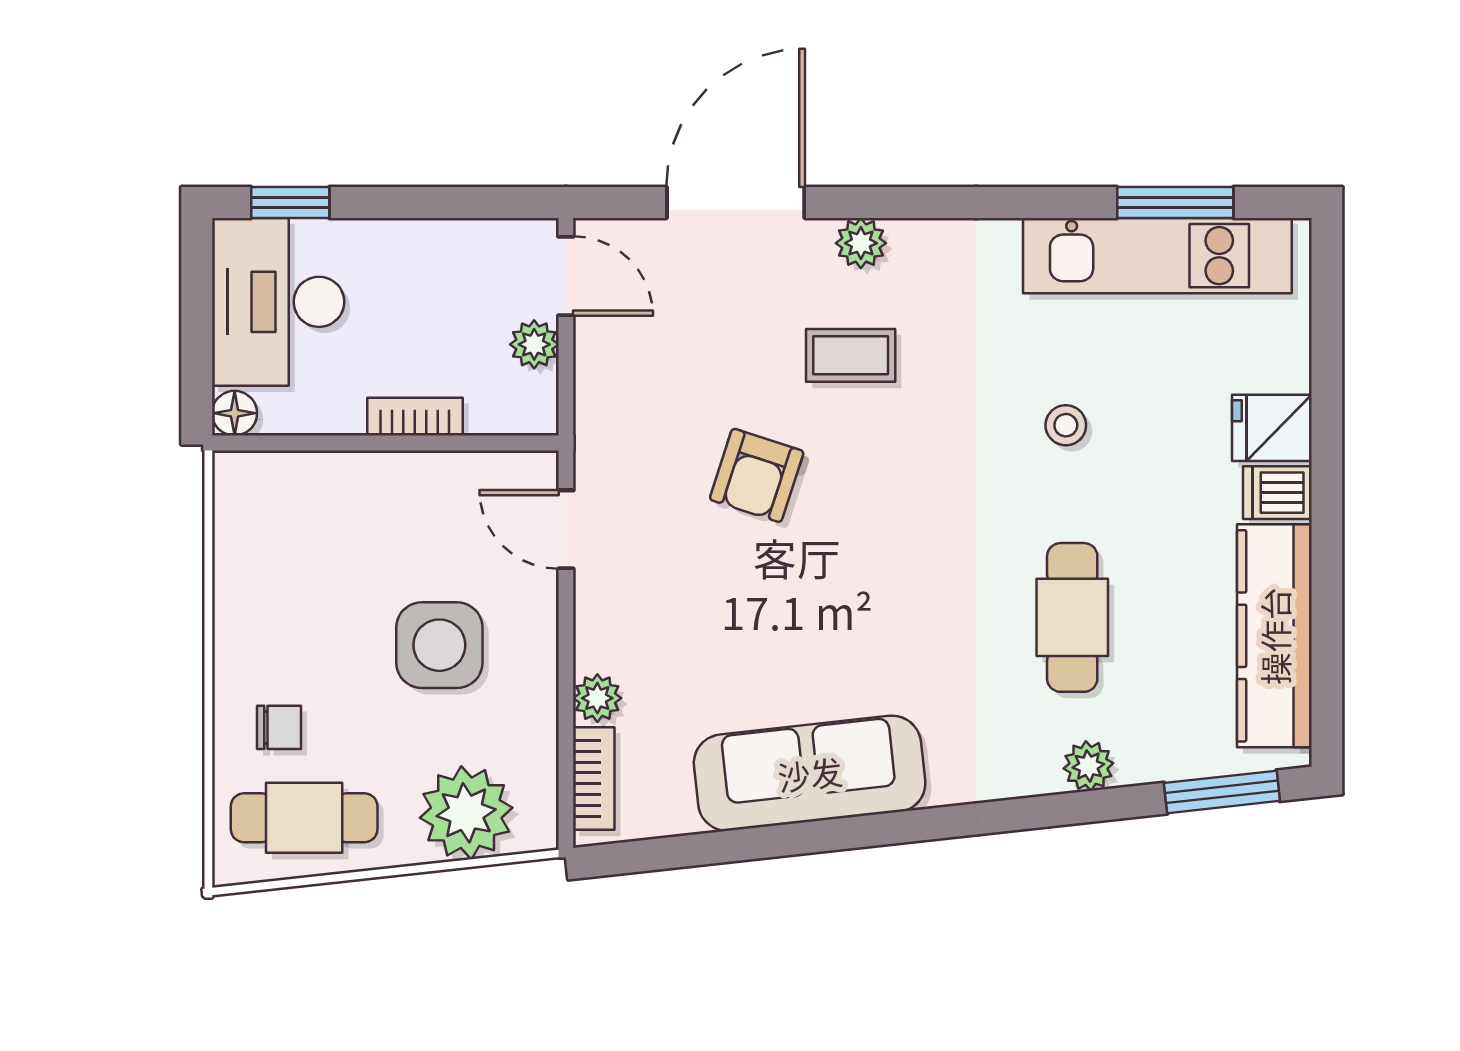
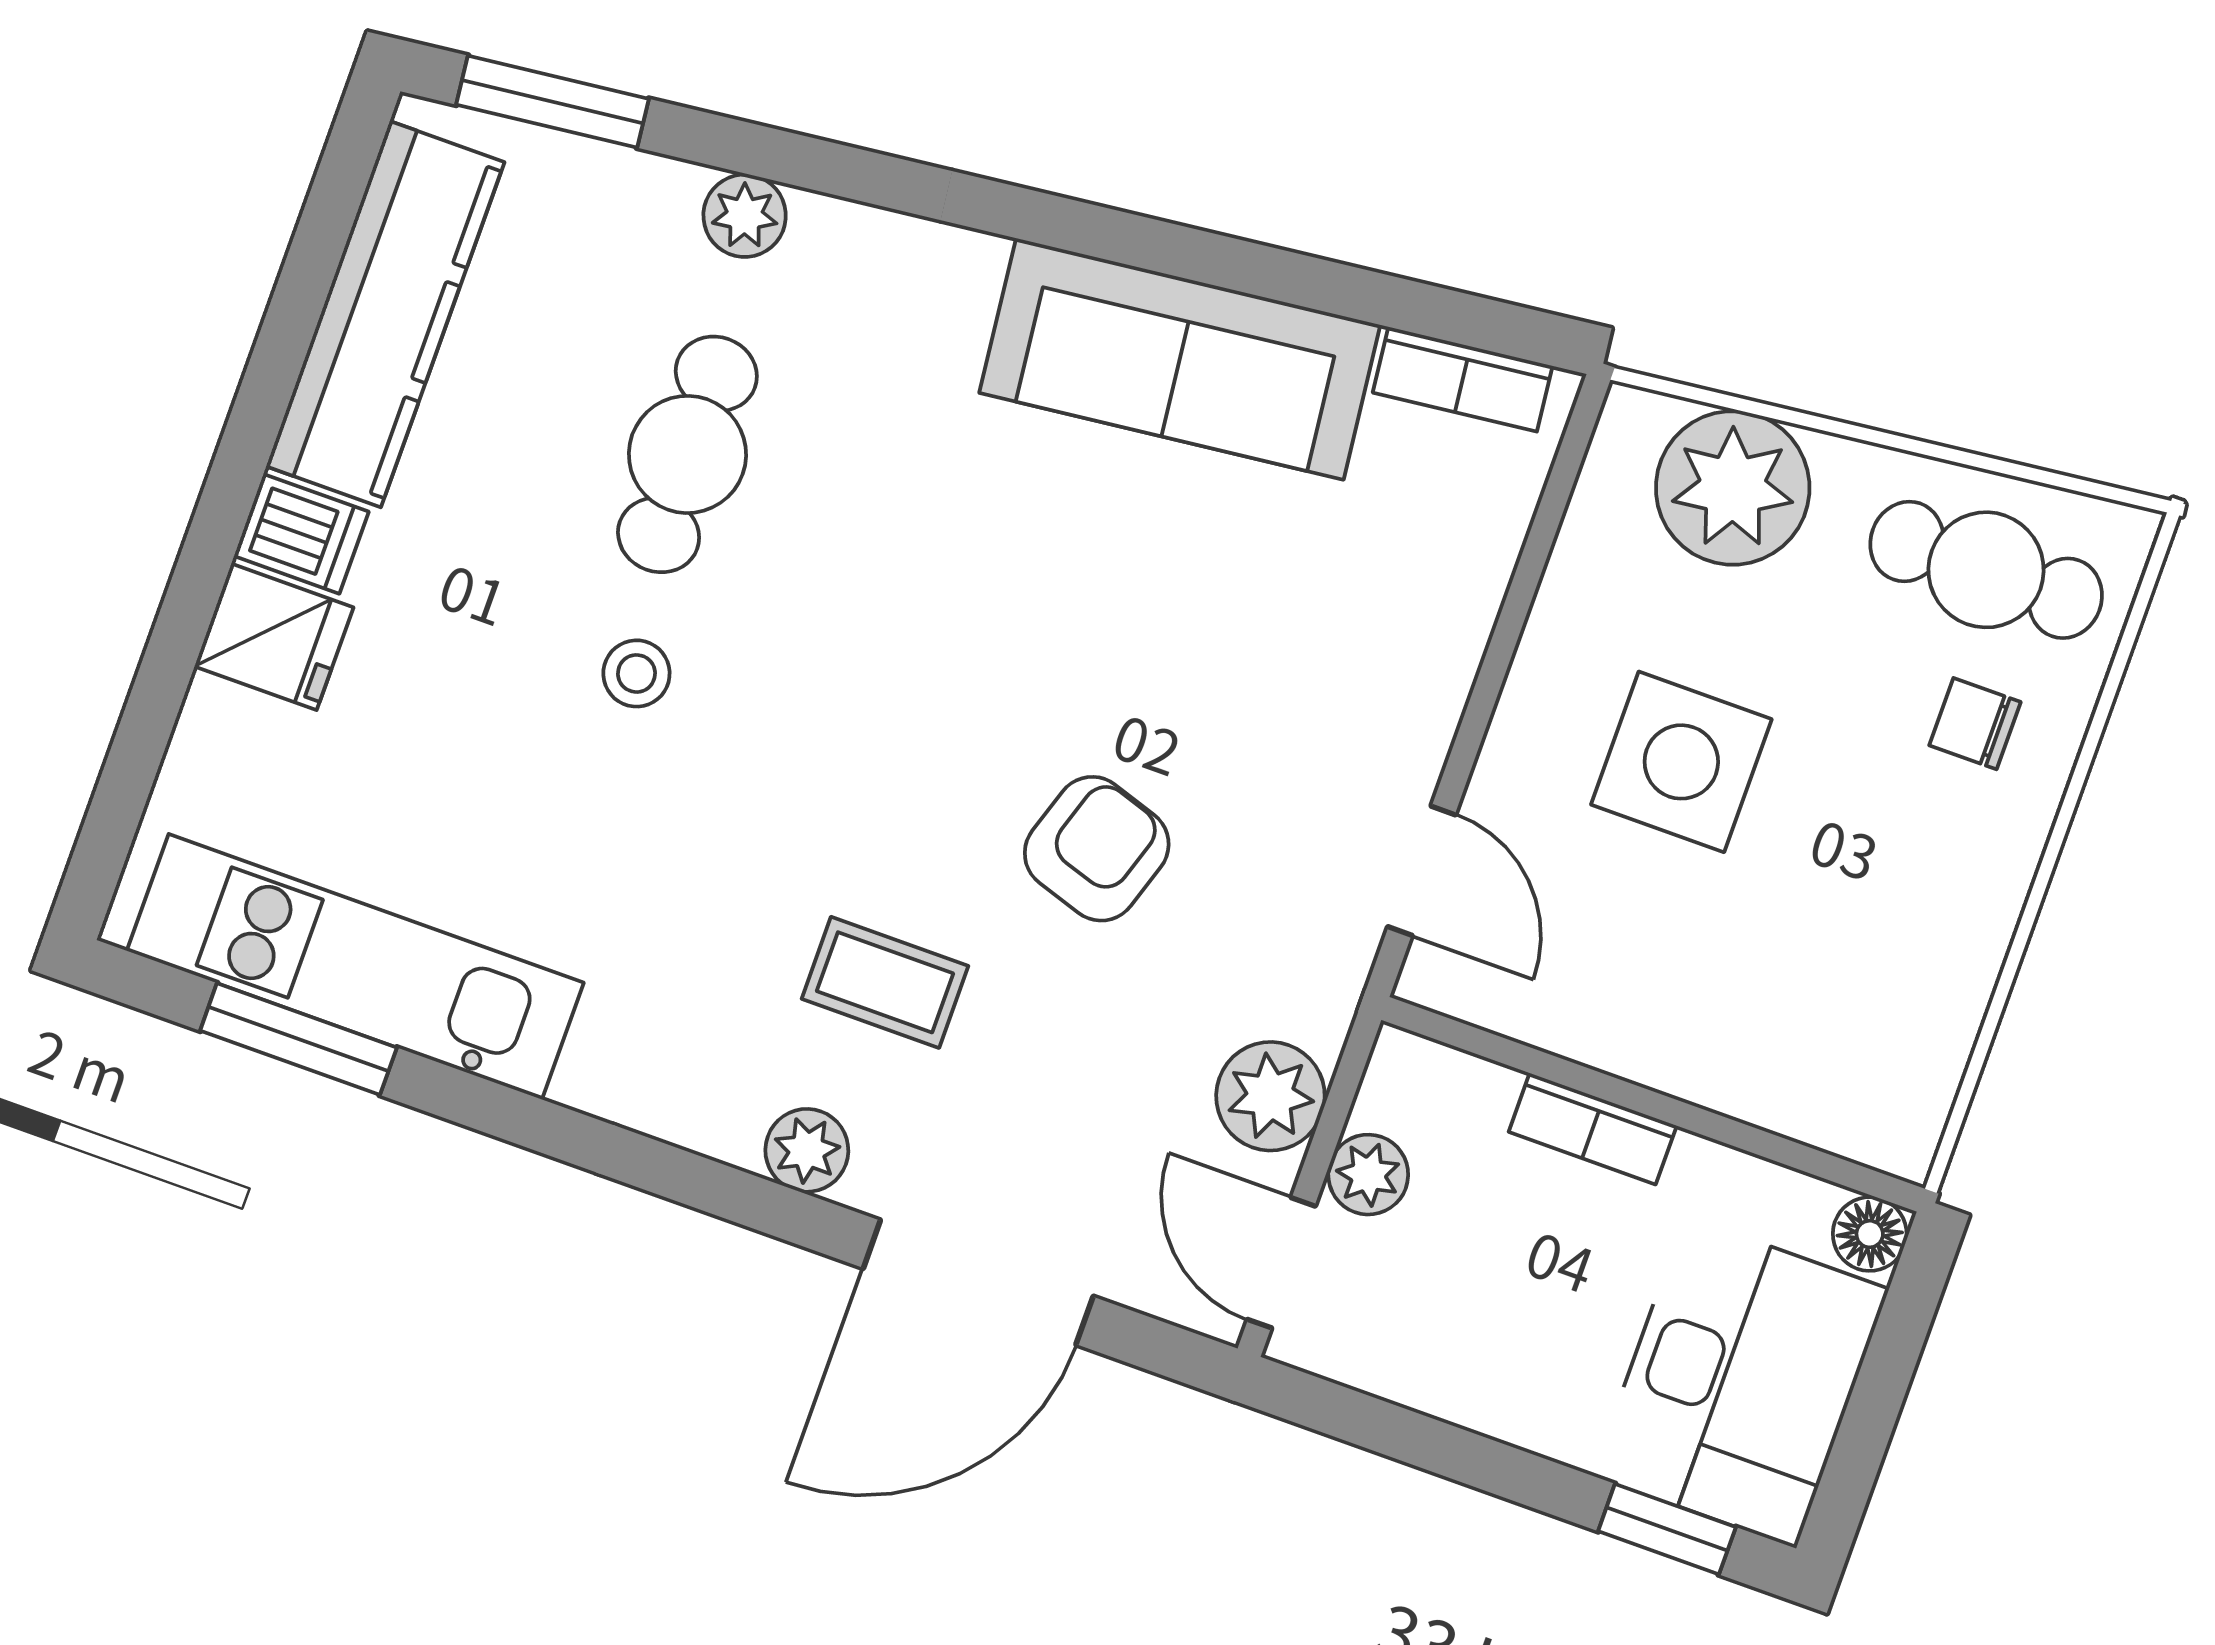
stool: (1066, 425) -> (636, 673), moved
plant: (597, 698) -> (1270, 1096), moved, width x1.38, depth x1.38
bookcase: (594, 778) -> (1463, 379), moved, turned -96

